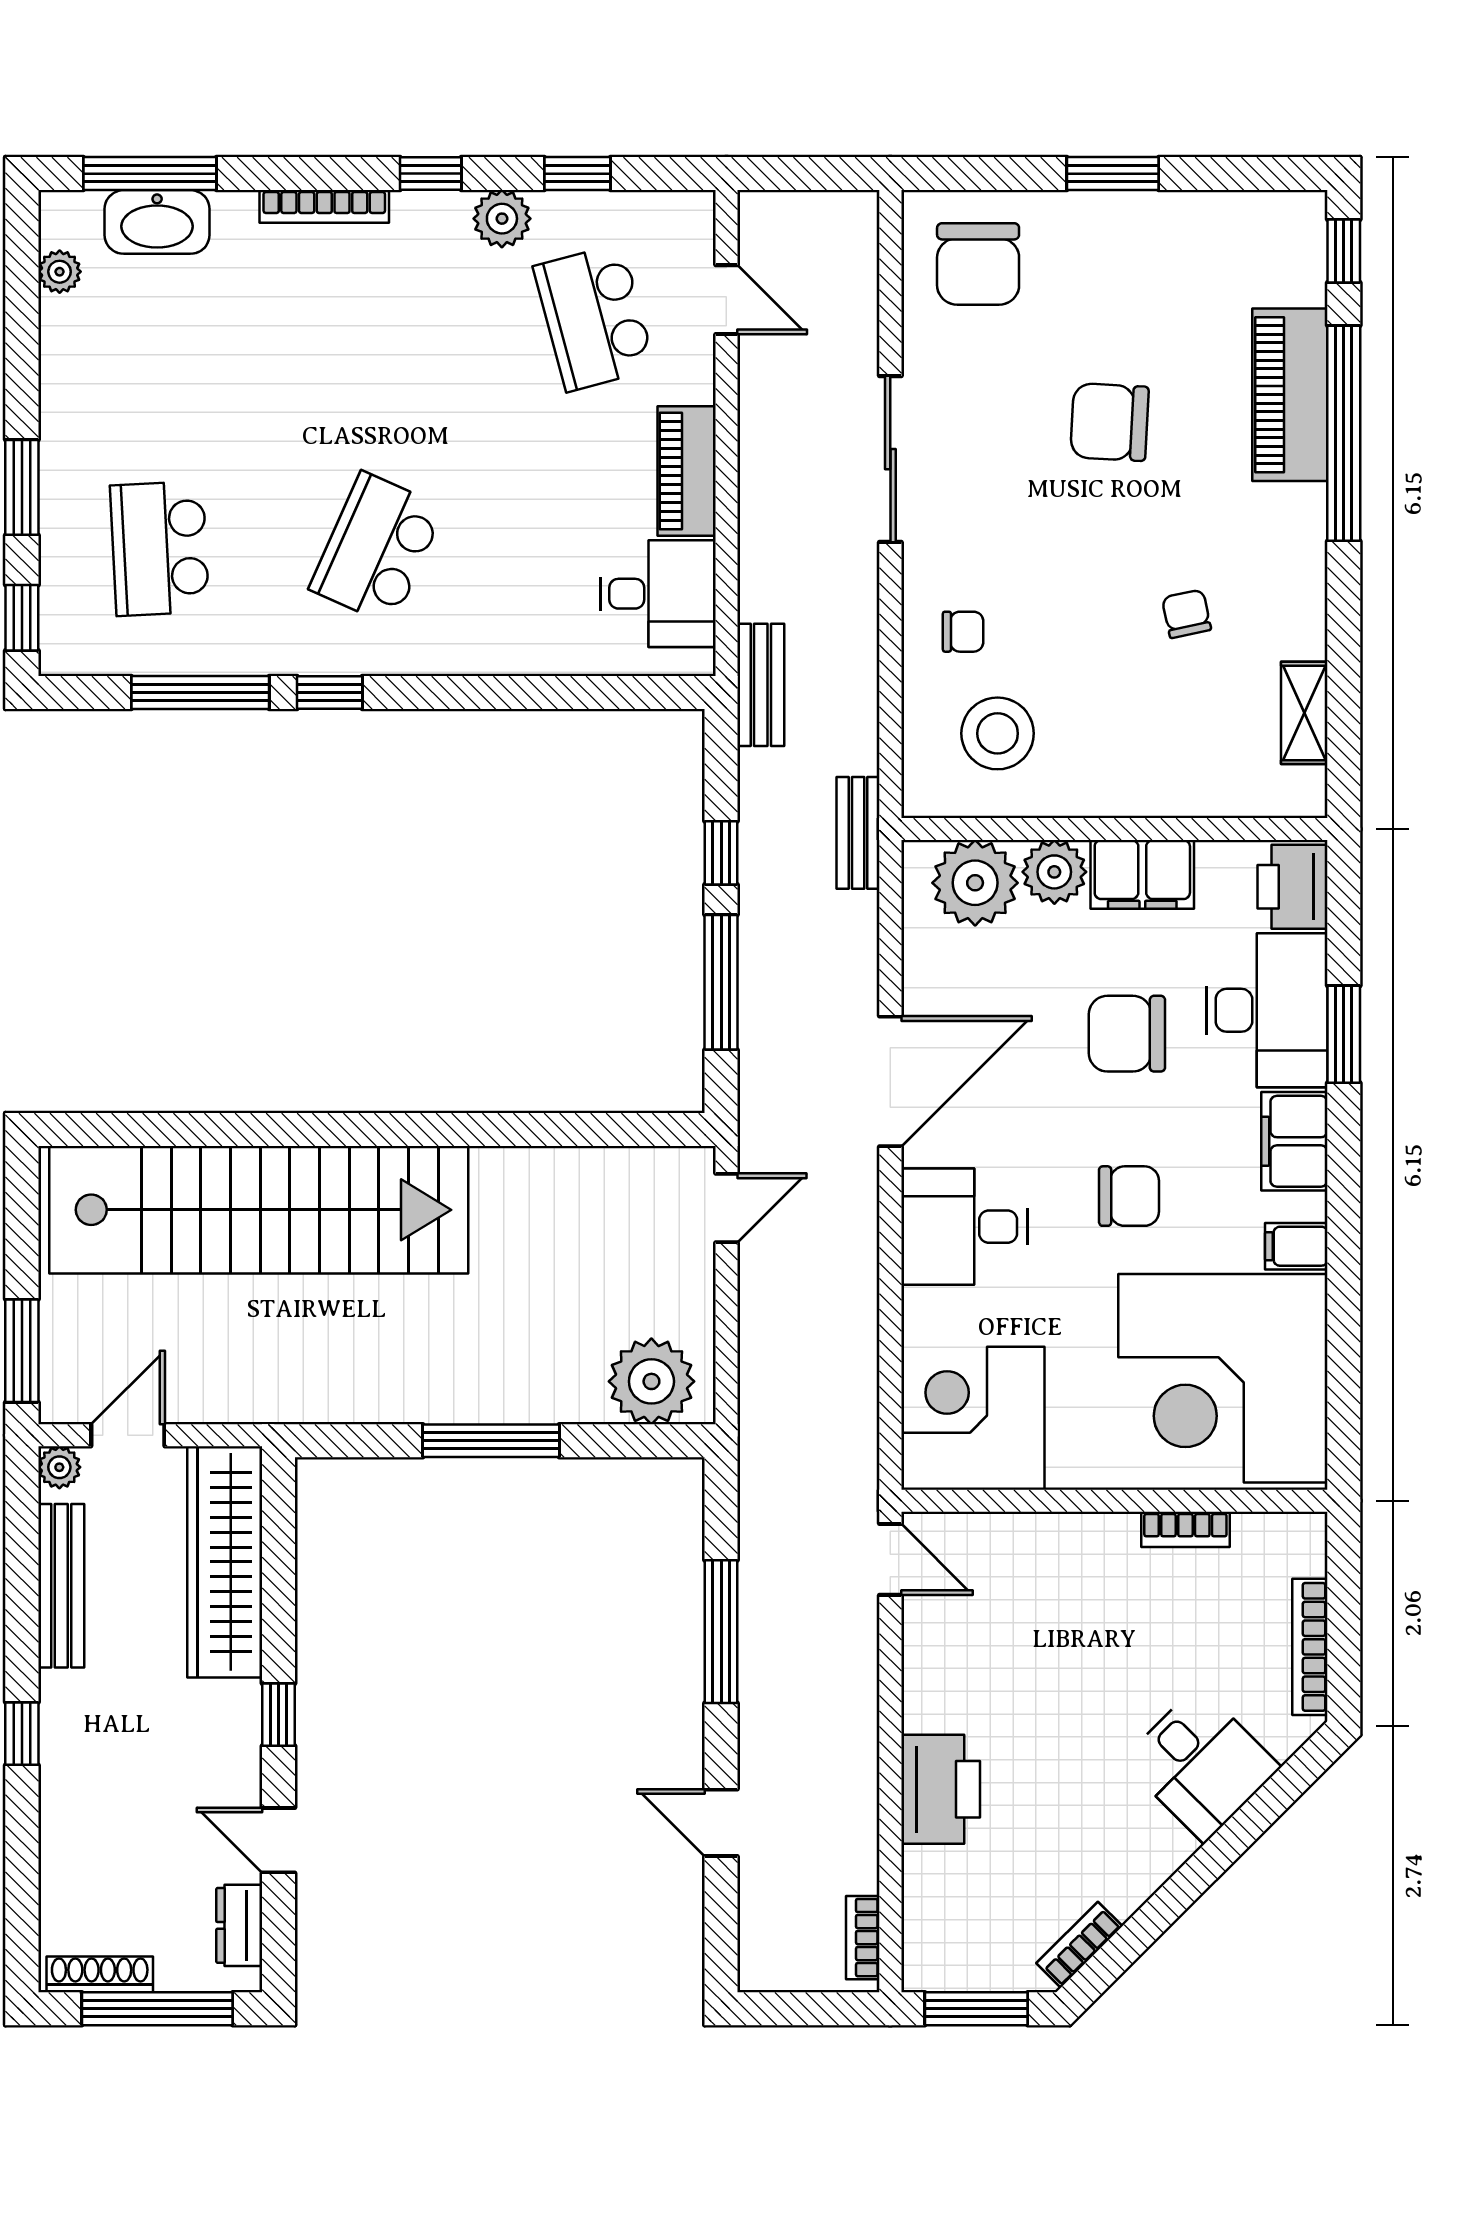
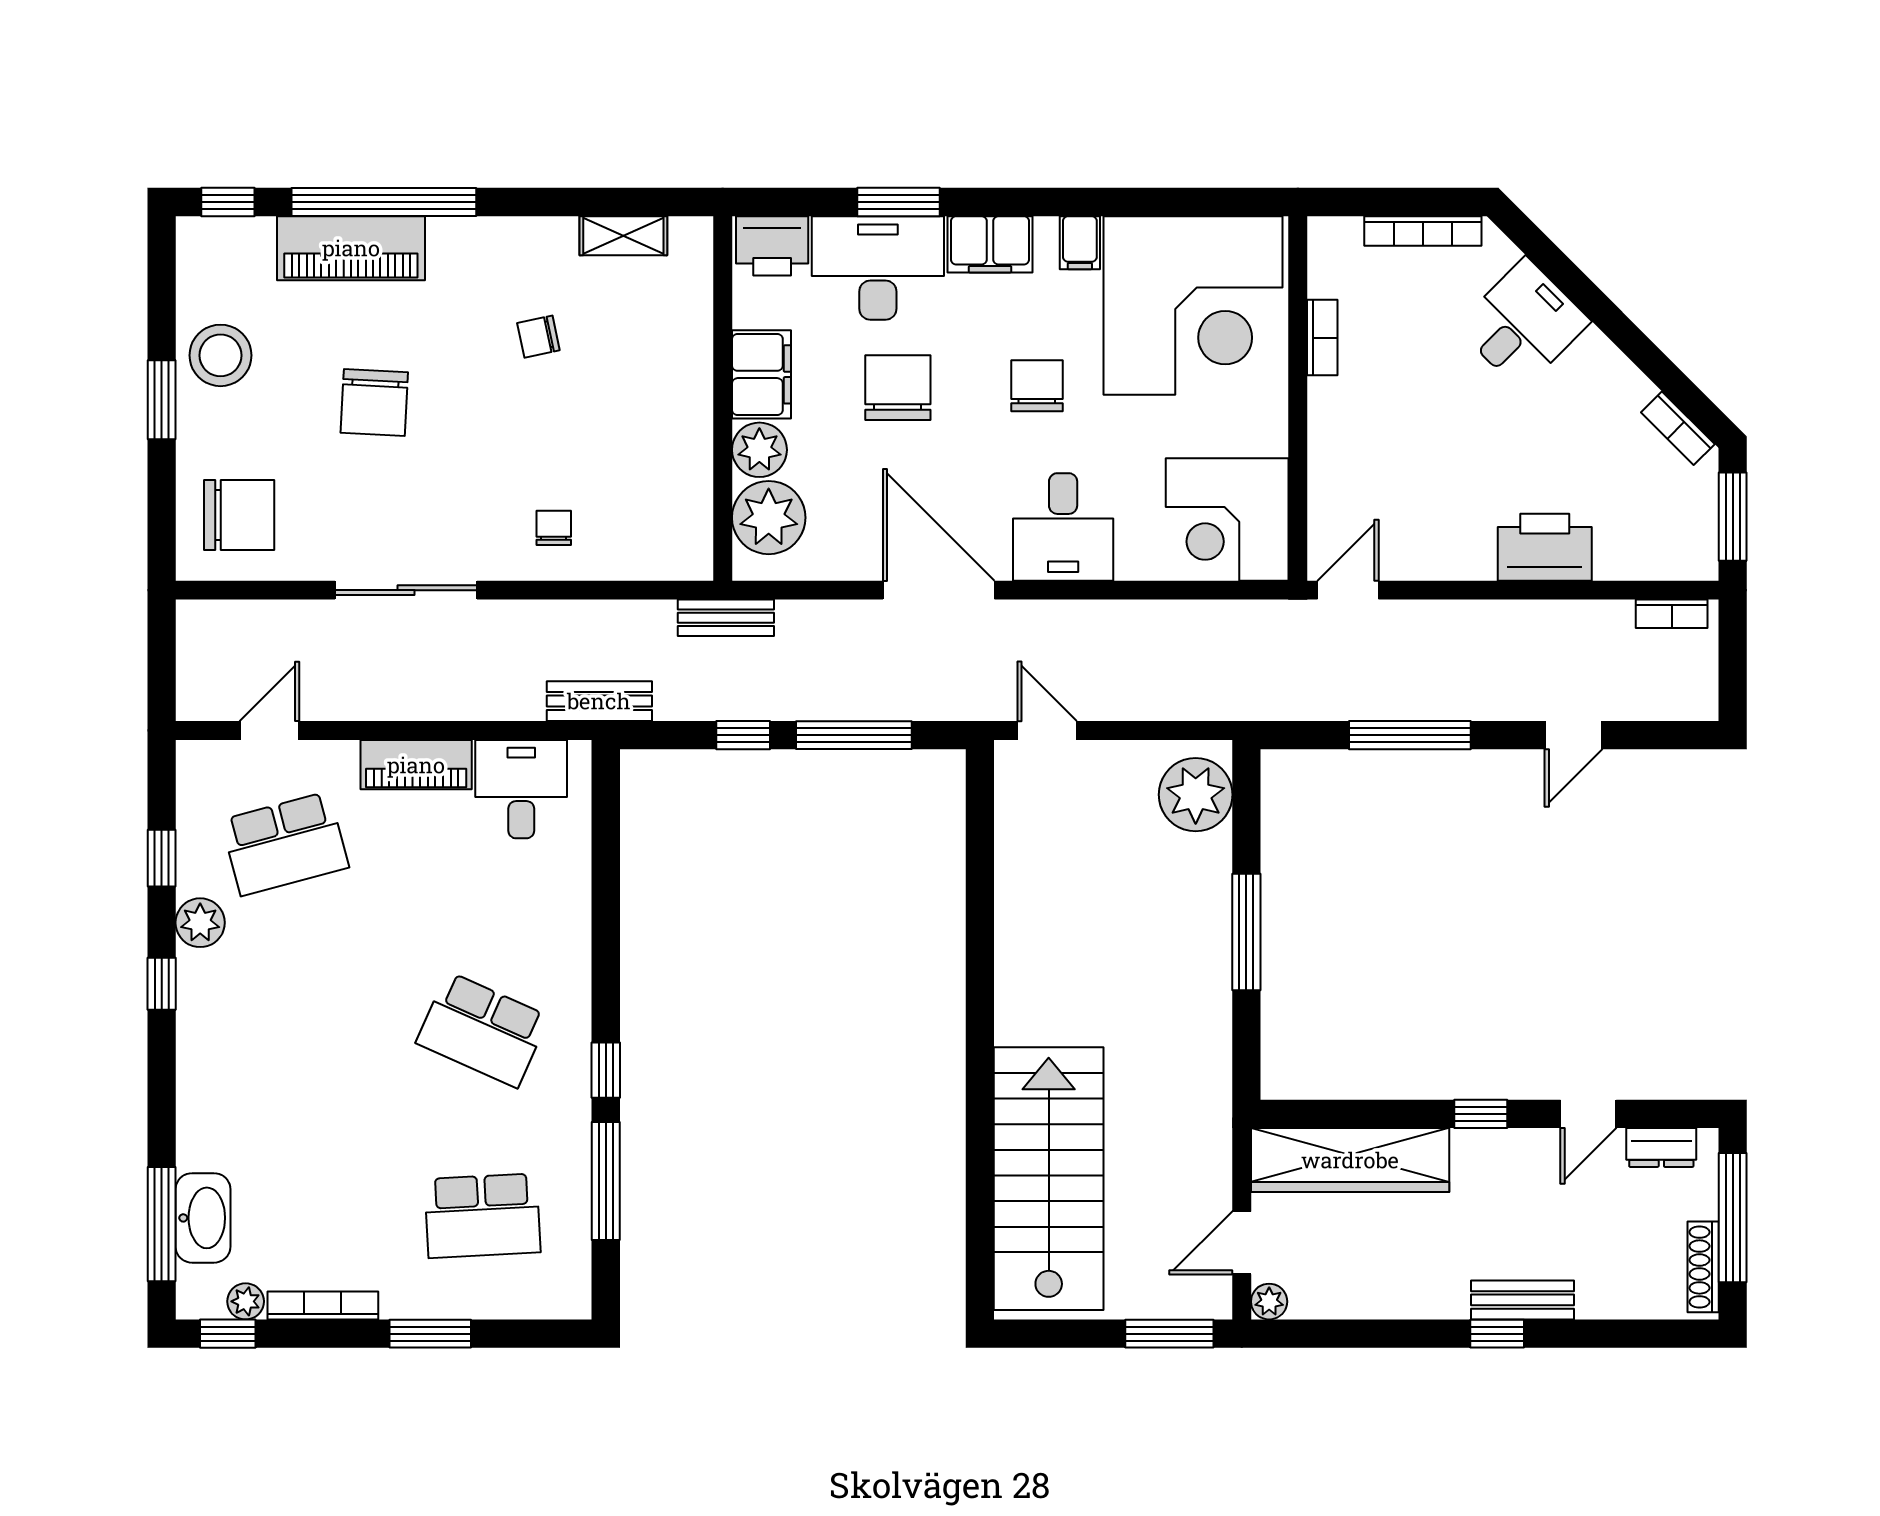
bookcase: (324, 206) -> (323, 1305), moved, turned -90
window: (22, 618) -> (228, 1334), moved
stool: (998, 733) -> (220, 355), moved
chair: (1127, 1034) -> (898, 388), turned 180
stairs: (259, 1210) -> (1049, 1179), width x0.73
door: (128, 1435) -> (1242, 1243), hinge flipped
bench: (61, 1586) -> (1523, 1300), moved, width x0.73

